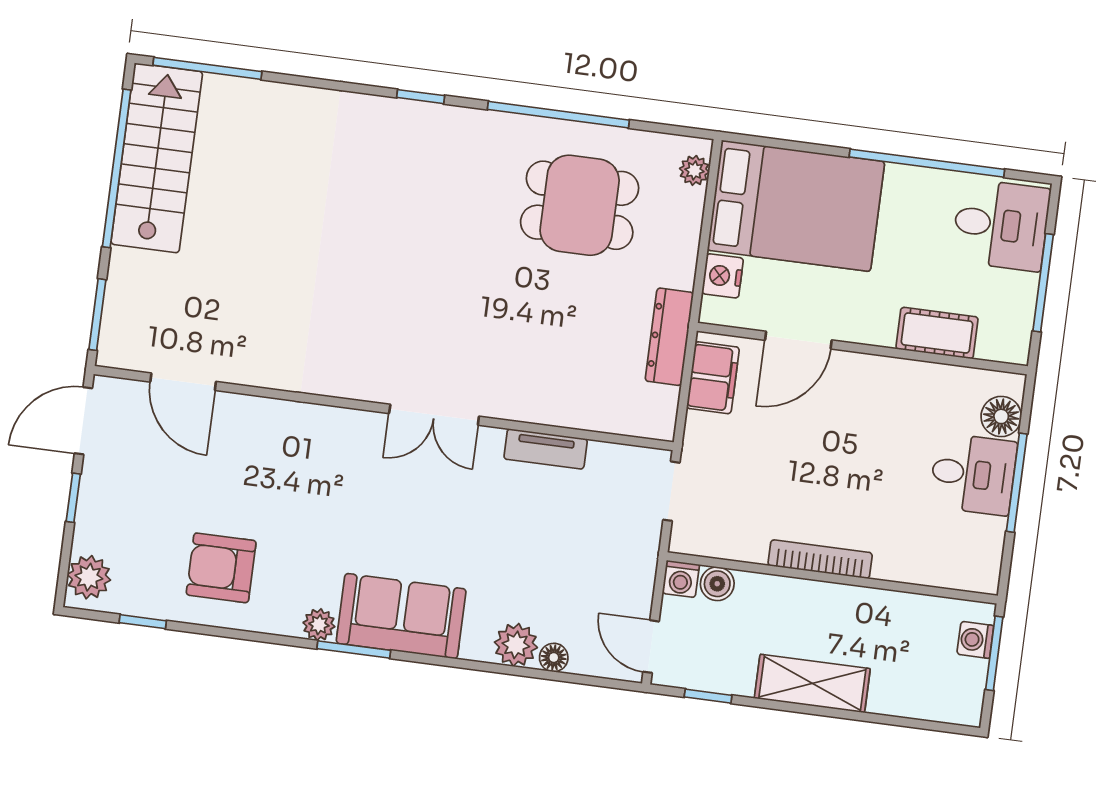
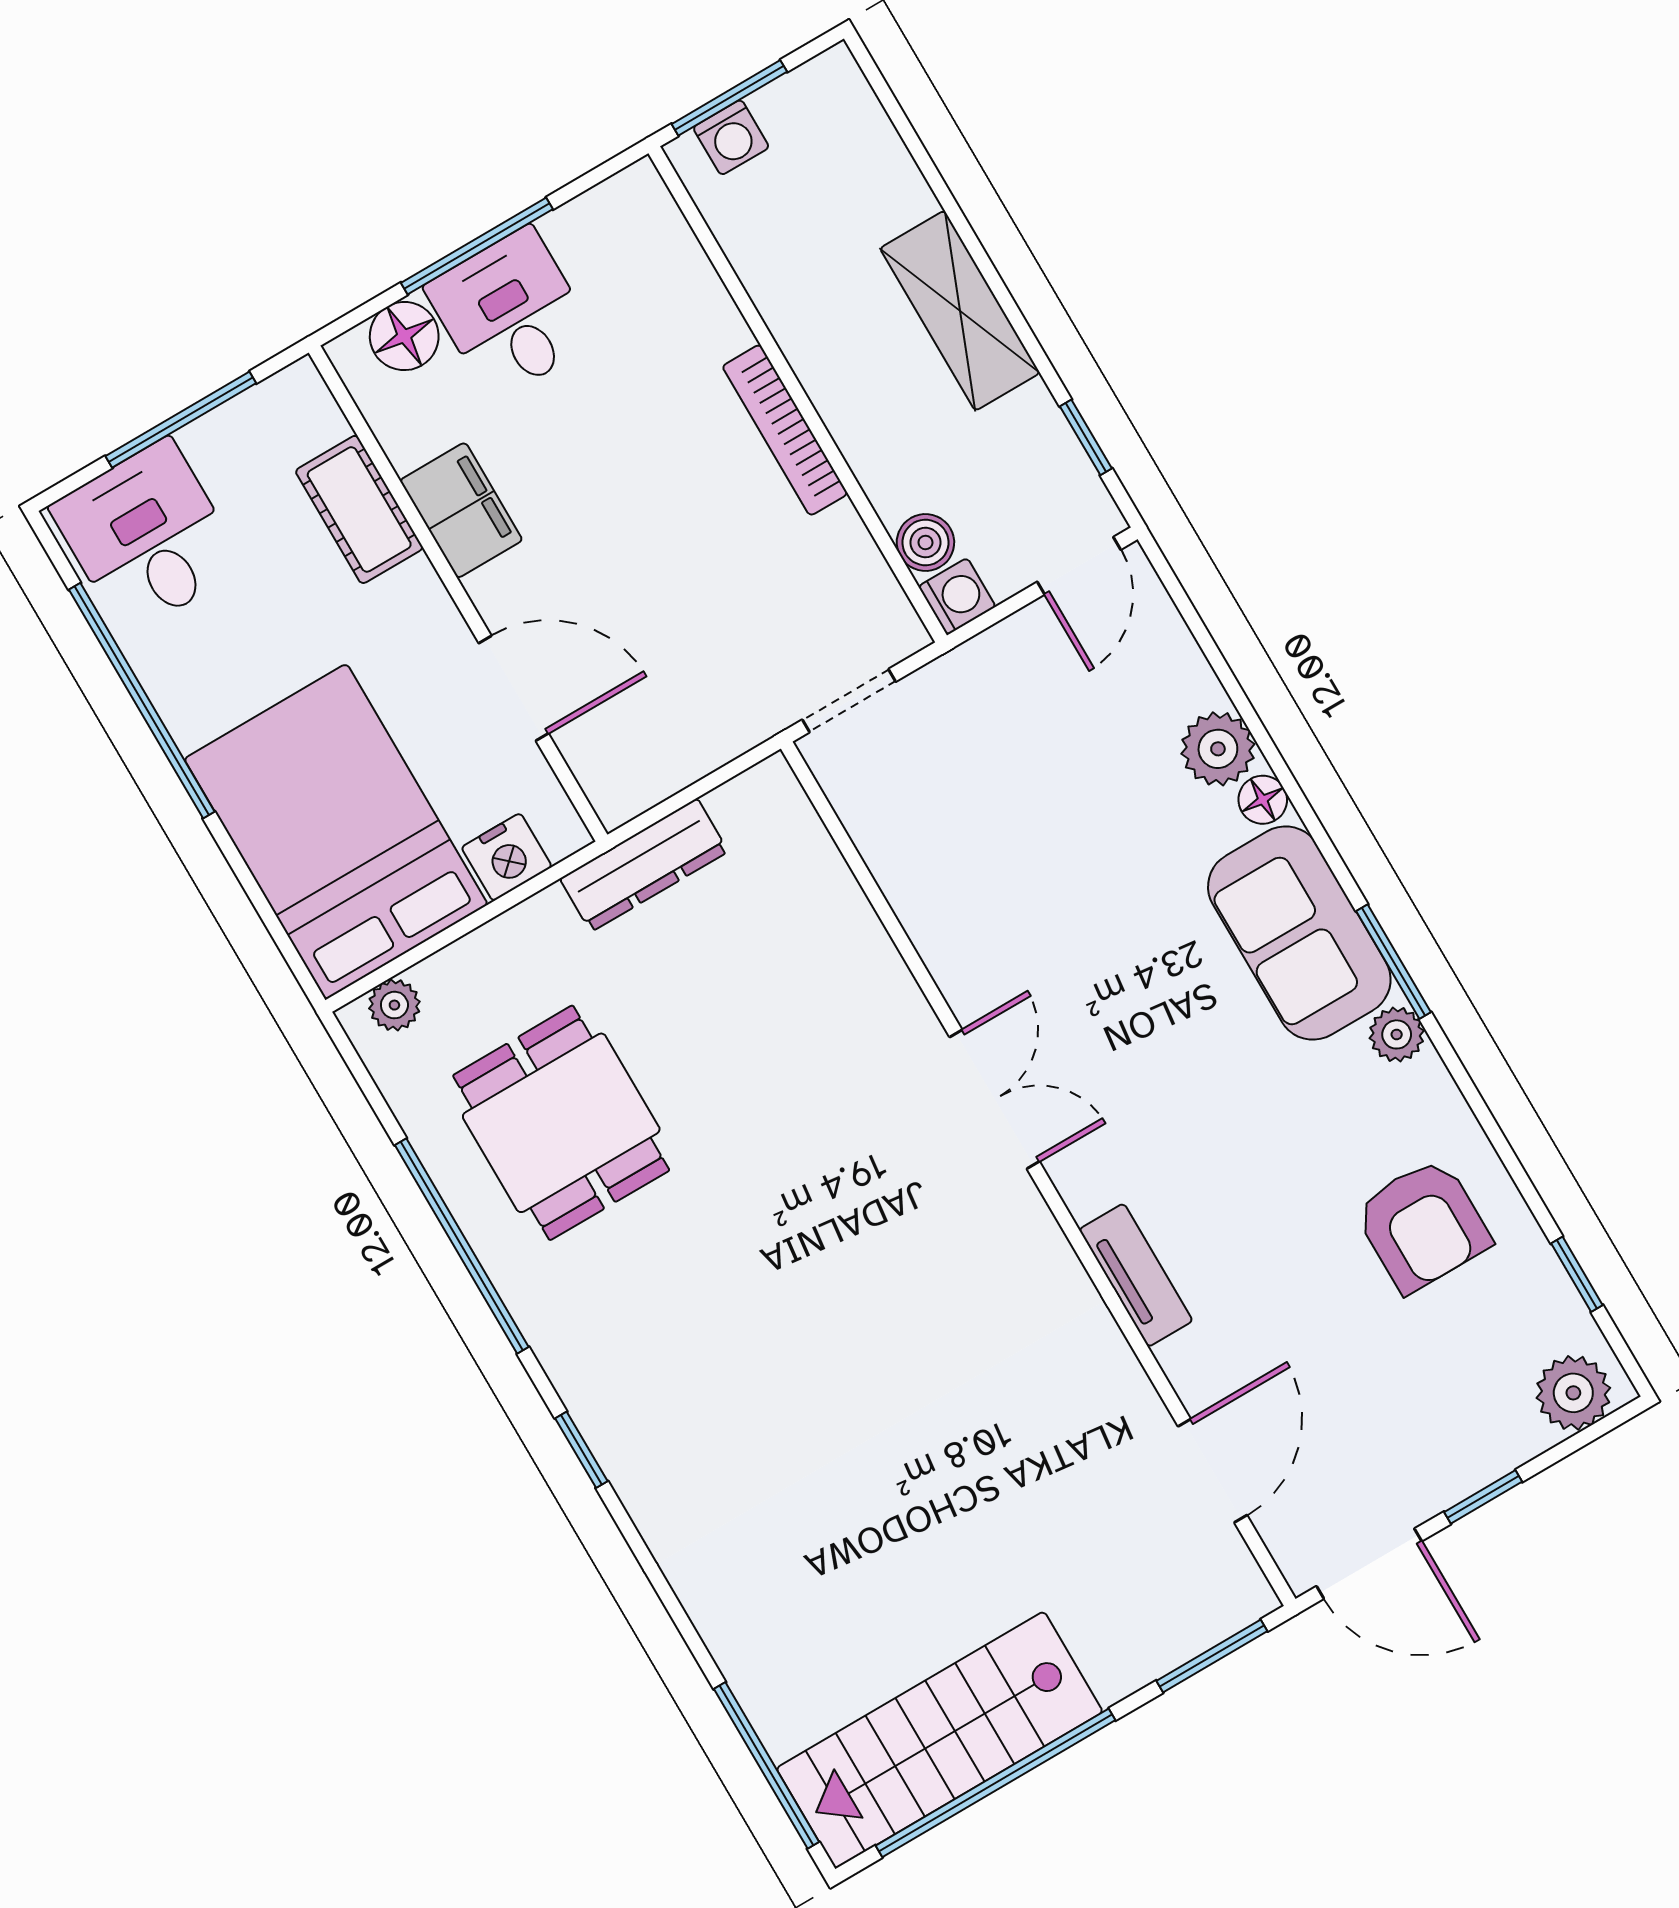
filing cabinet: (713, 378) -> (461, 510), moved, turned 90
tv unit: (546, 449) -> (1136, 1275), moved
floor lamp: (554, 657) -> (1263, 800), moved

